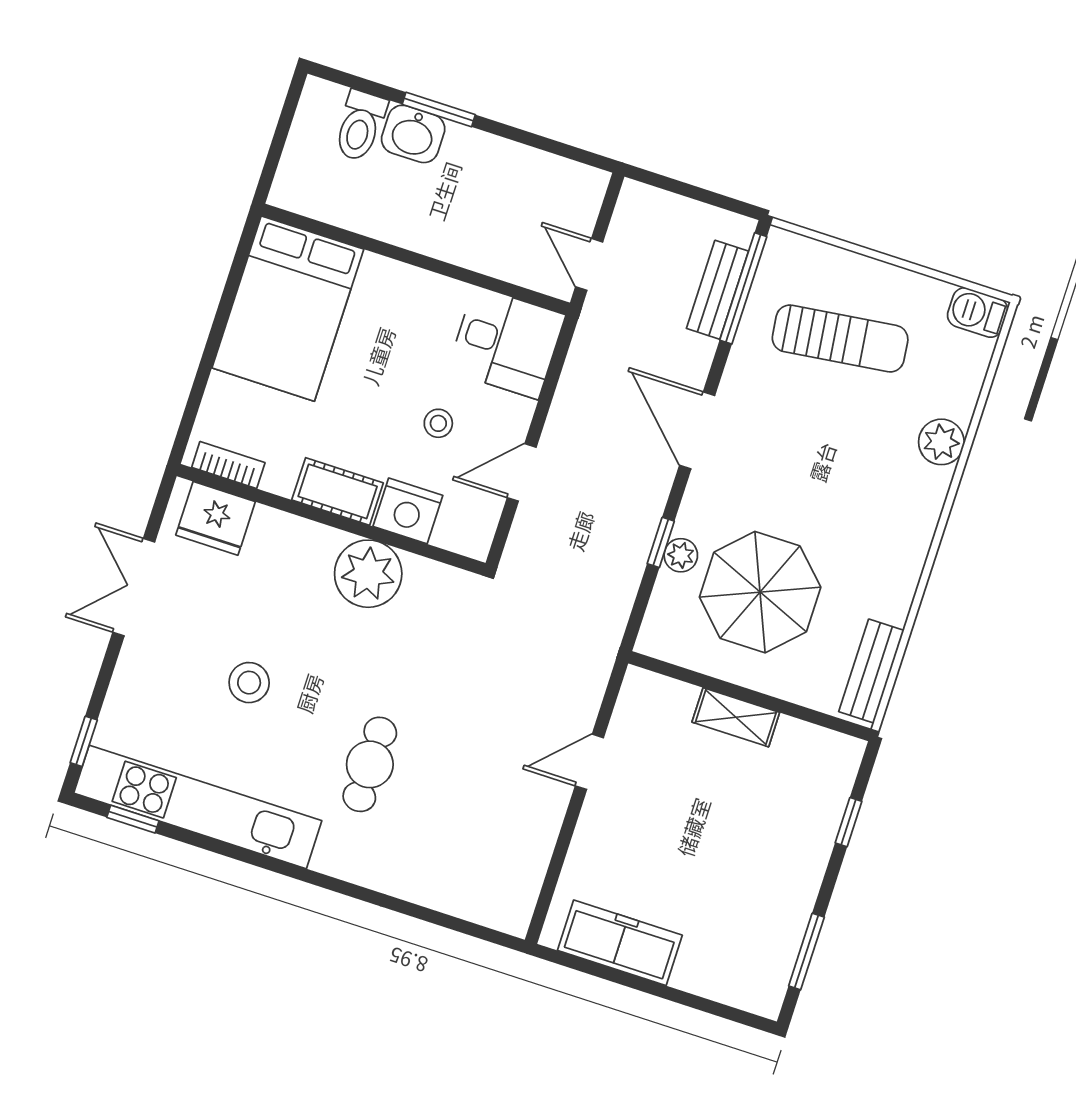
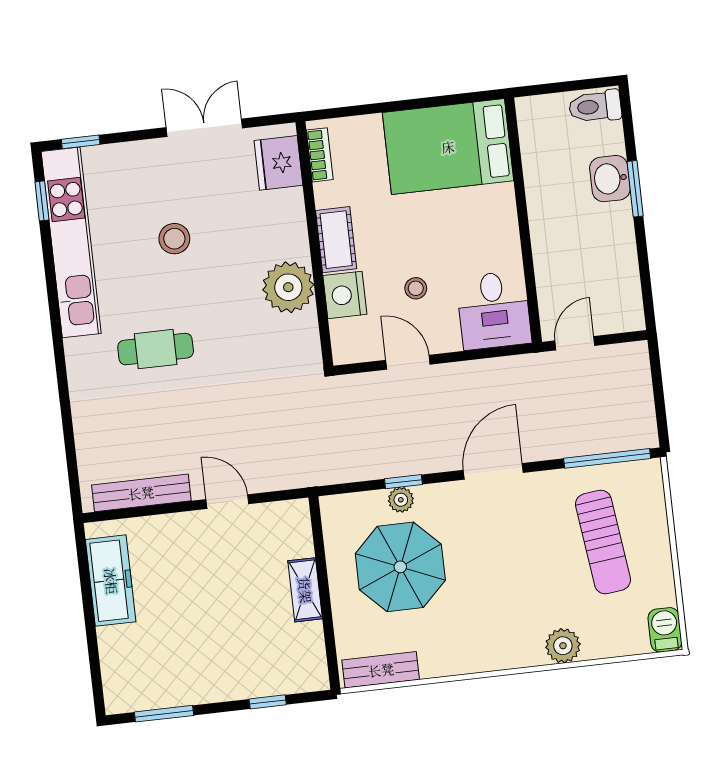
toilet: (360, 126) -> (595, 106), moved
bench: (717, 290) -> (141, 493), moved, width x1.36

